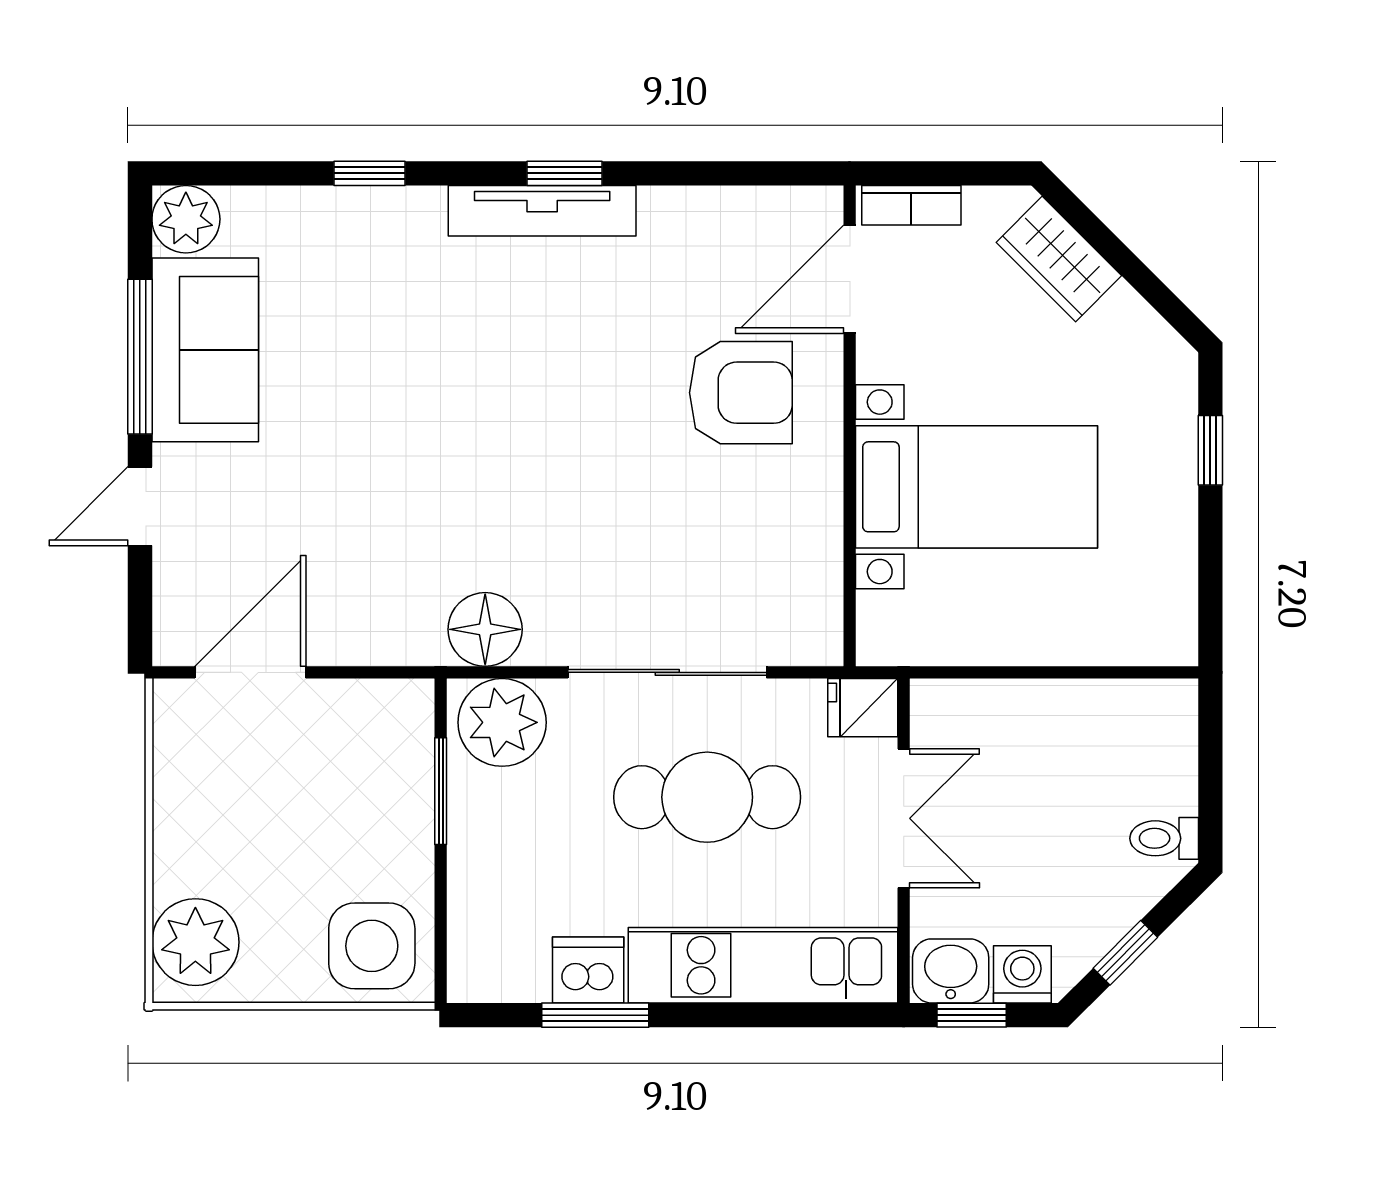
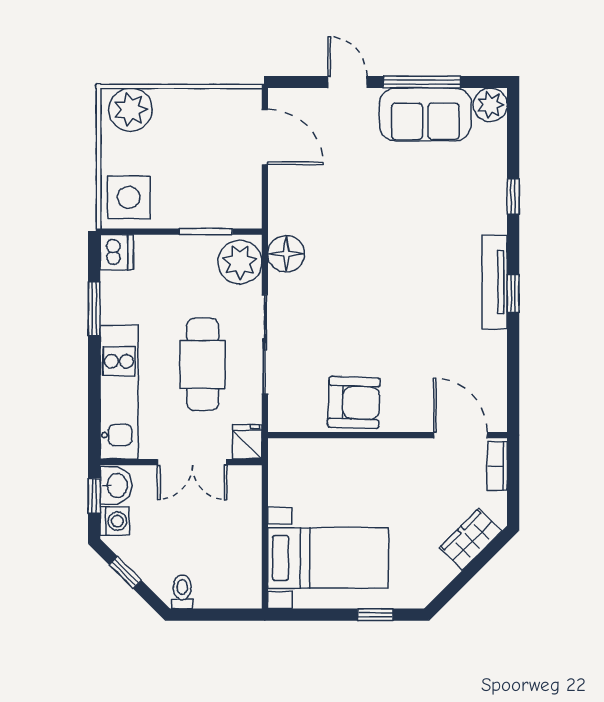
armchair: (741, 393) -> (354, 403), moved, turned -88
bed with nightstands: (976, 487) -> (328, 558), moved, turned -90
dishwasher: (588, 970) -> (117, 252), moved

